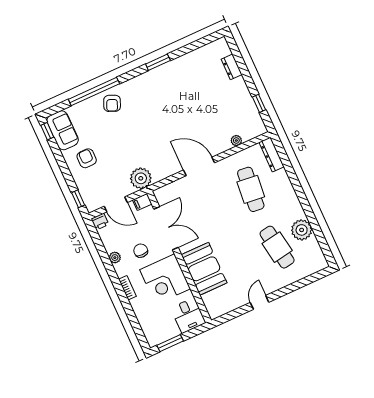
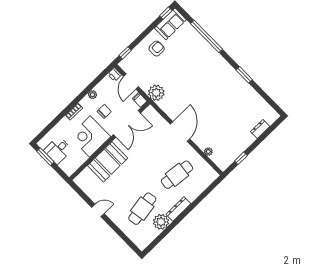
armchair: (112, 103) -> (203, 52), removed
dresser: (272, 155) -> (178, 209), moved
desk: (188, 315) -> (58, 150), moved

